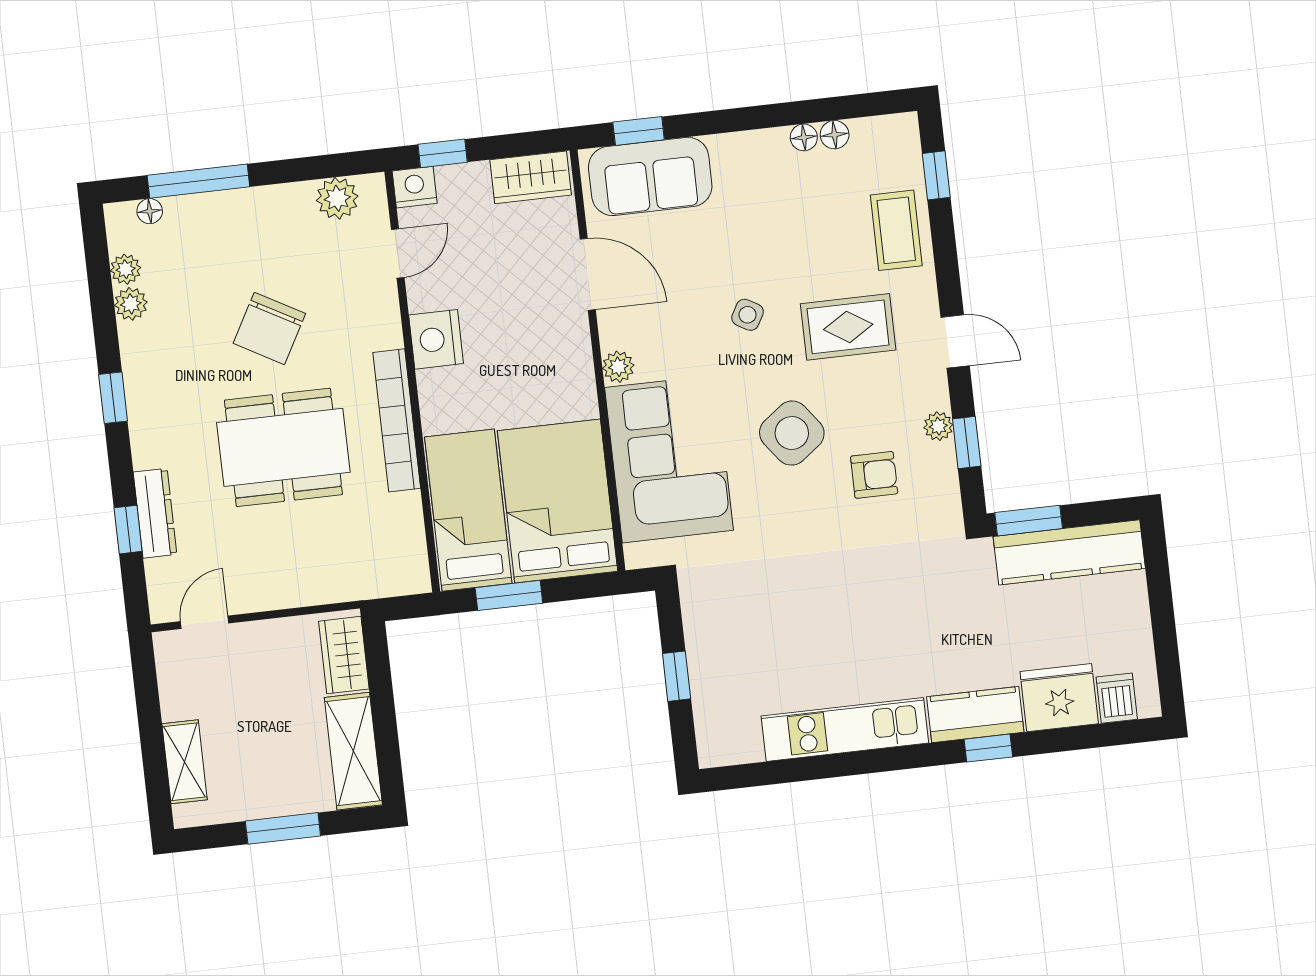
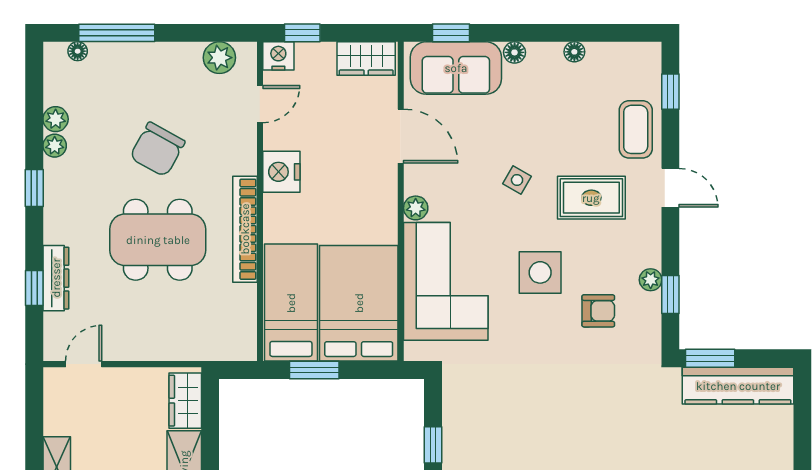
floor lamp: (835, 135) -> (515, 52), moved
plant: (126, 269) -> (55, 146), moved
door: (955, 341) -> (670, 188), moved
side table: (792, 433) -> (540, 272), turned 37

